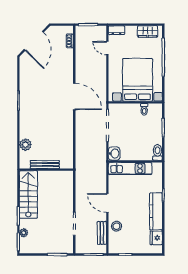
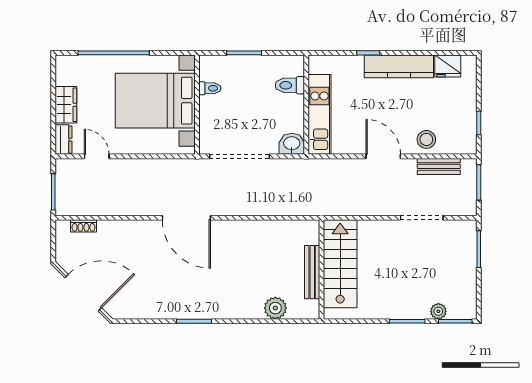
wardrobe: (148, 31) -> (66, 105), moved
door: (107, 48) -> (97, 156), swing flipped
door: (74, 97) -> (186, 218), swing flipped
toilet: (157, 152) -> (290, 85), moved
stairs: (28, 195) -> (340, 264), moved, turned 90
door: (107, 203) -> (383, 156), swing flipped

